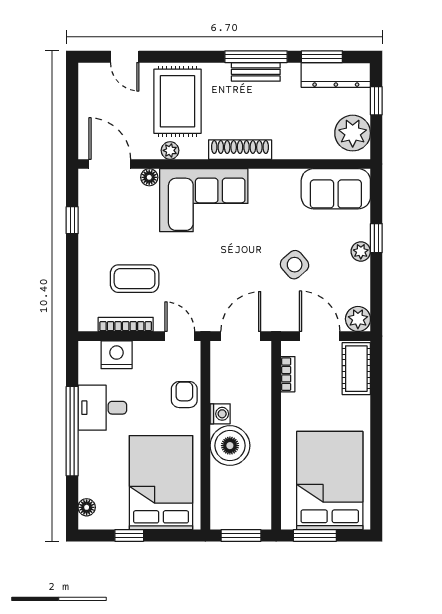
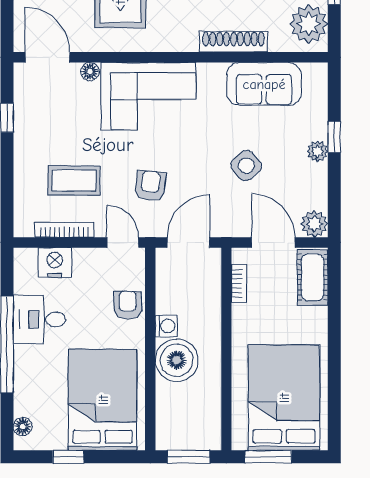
plant: (170, 150) -> (112, 43), removed
shoe rack: (240, 150) -> (233, 42), moved
sofa: (336, 189) -> (264, 84), moved
armchair: (206, 284) -> (150, 186), added

